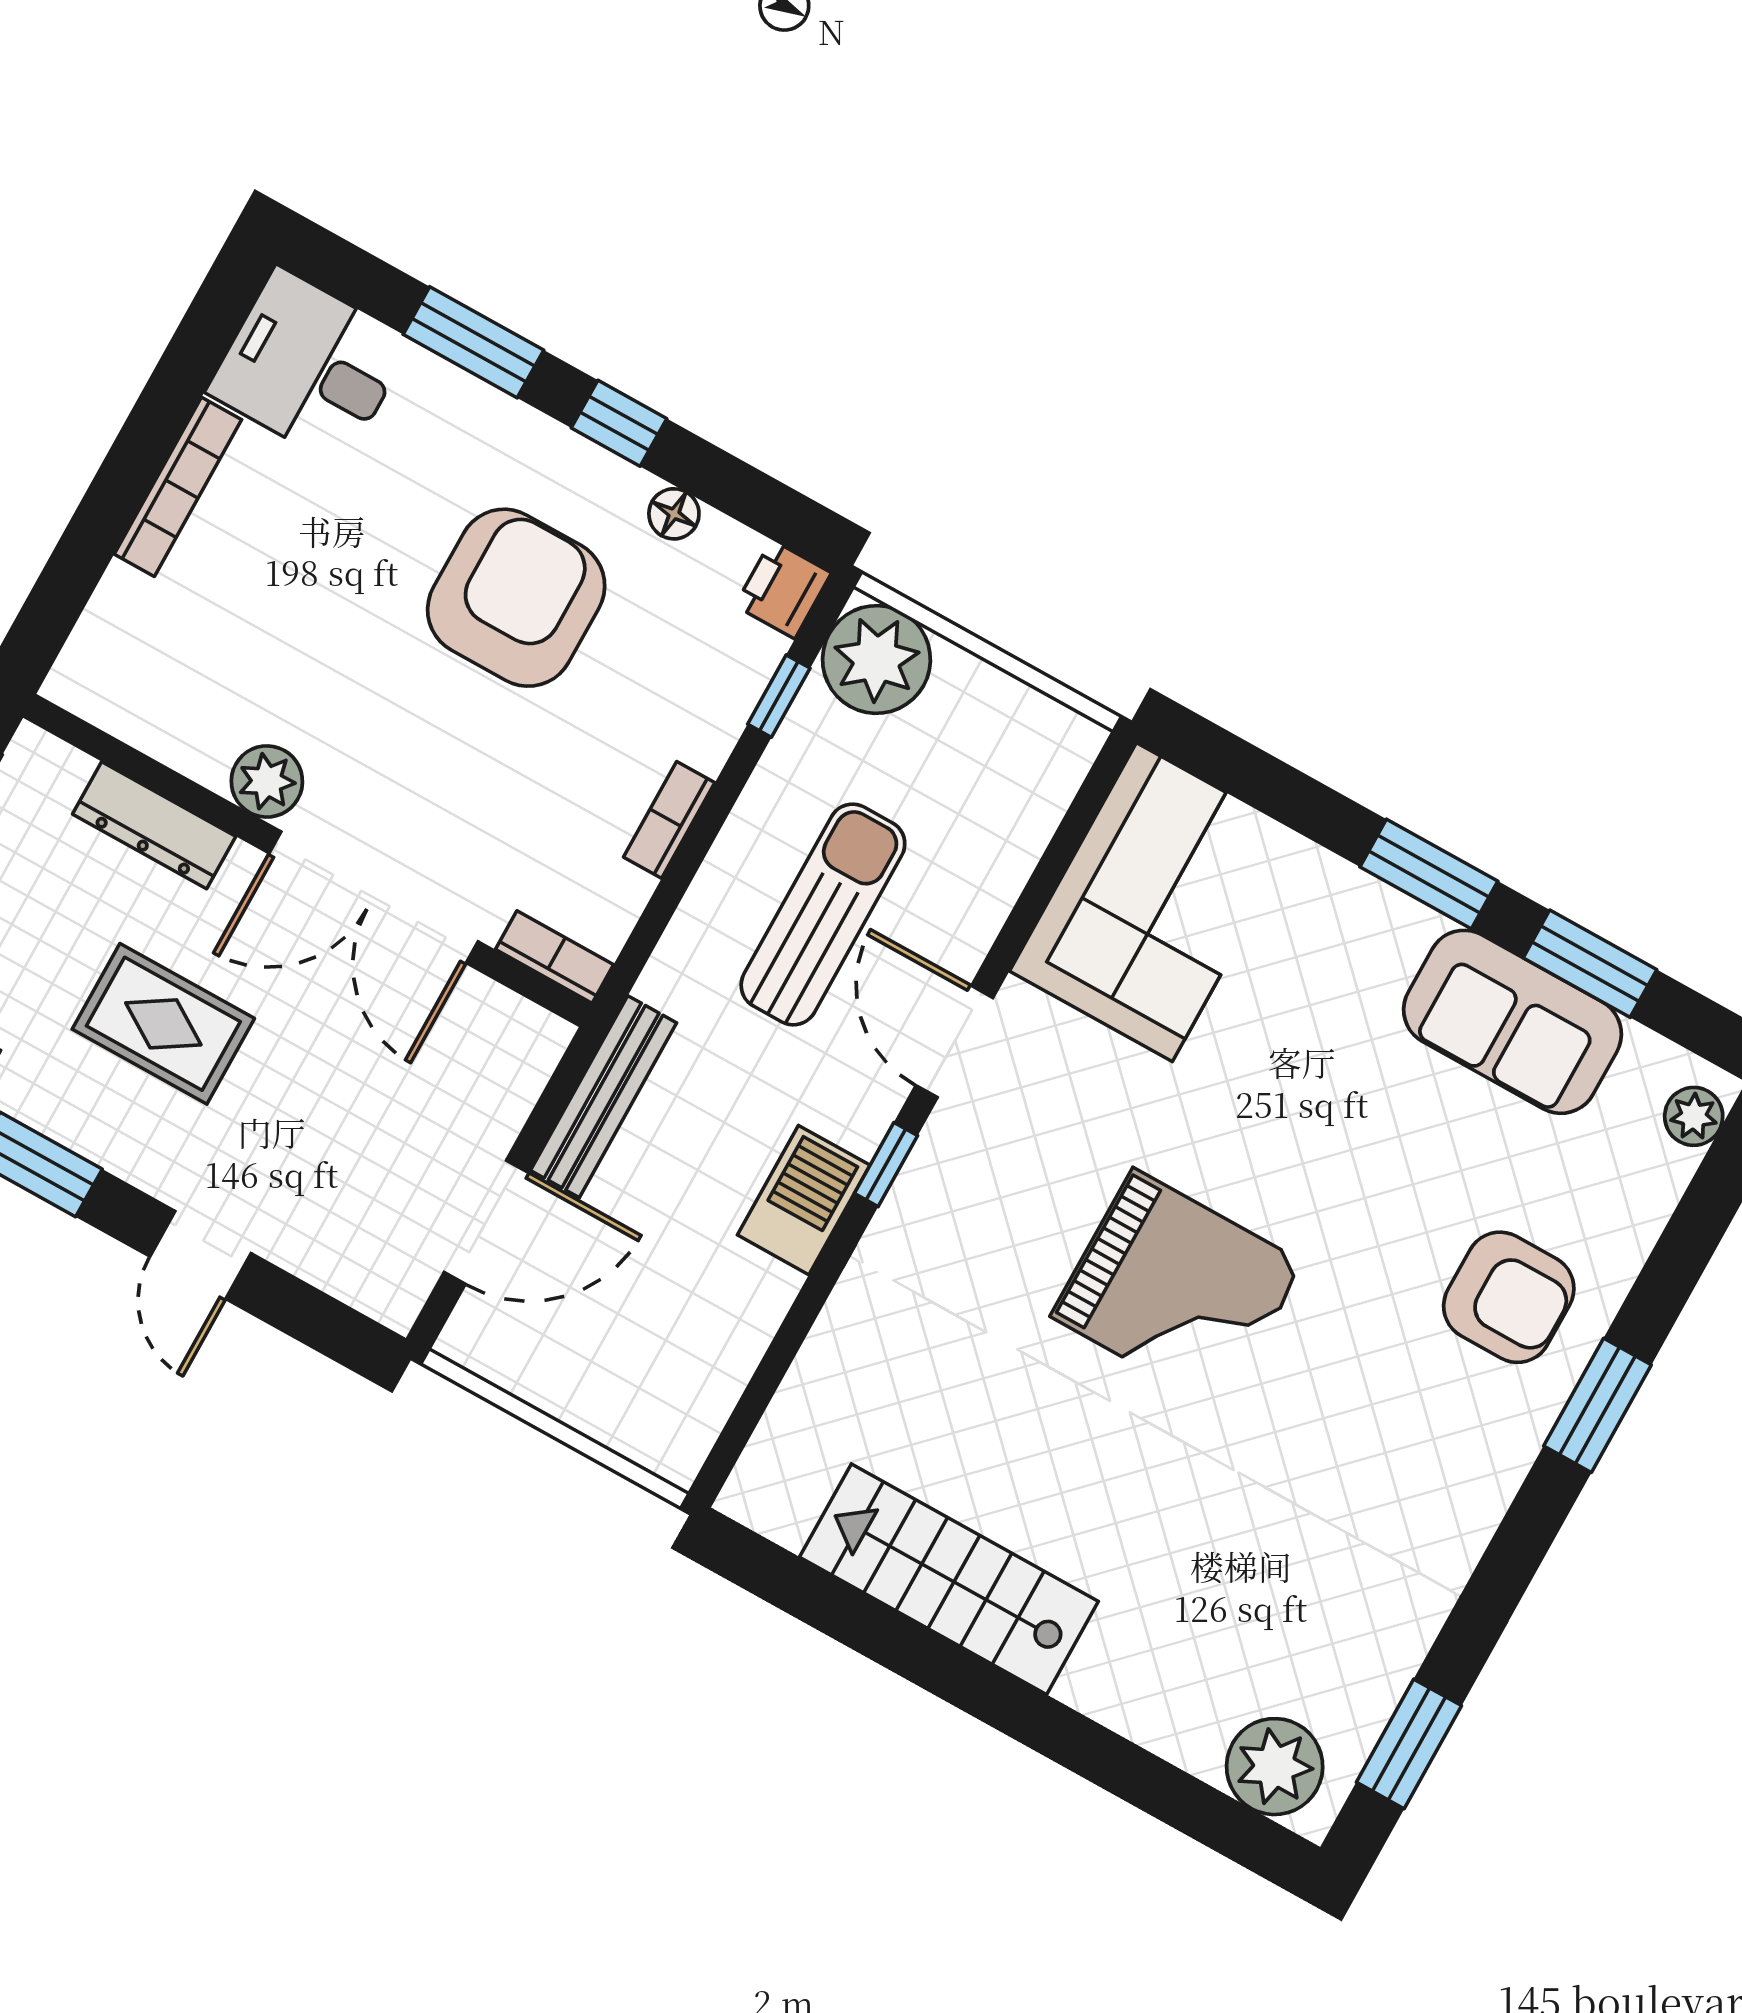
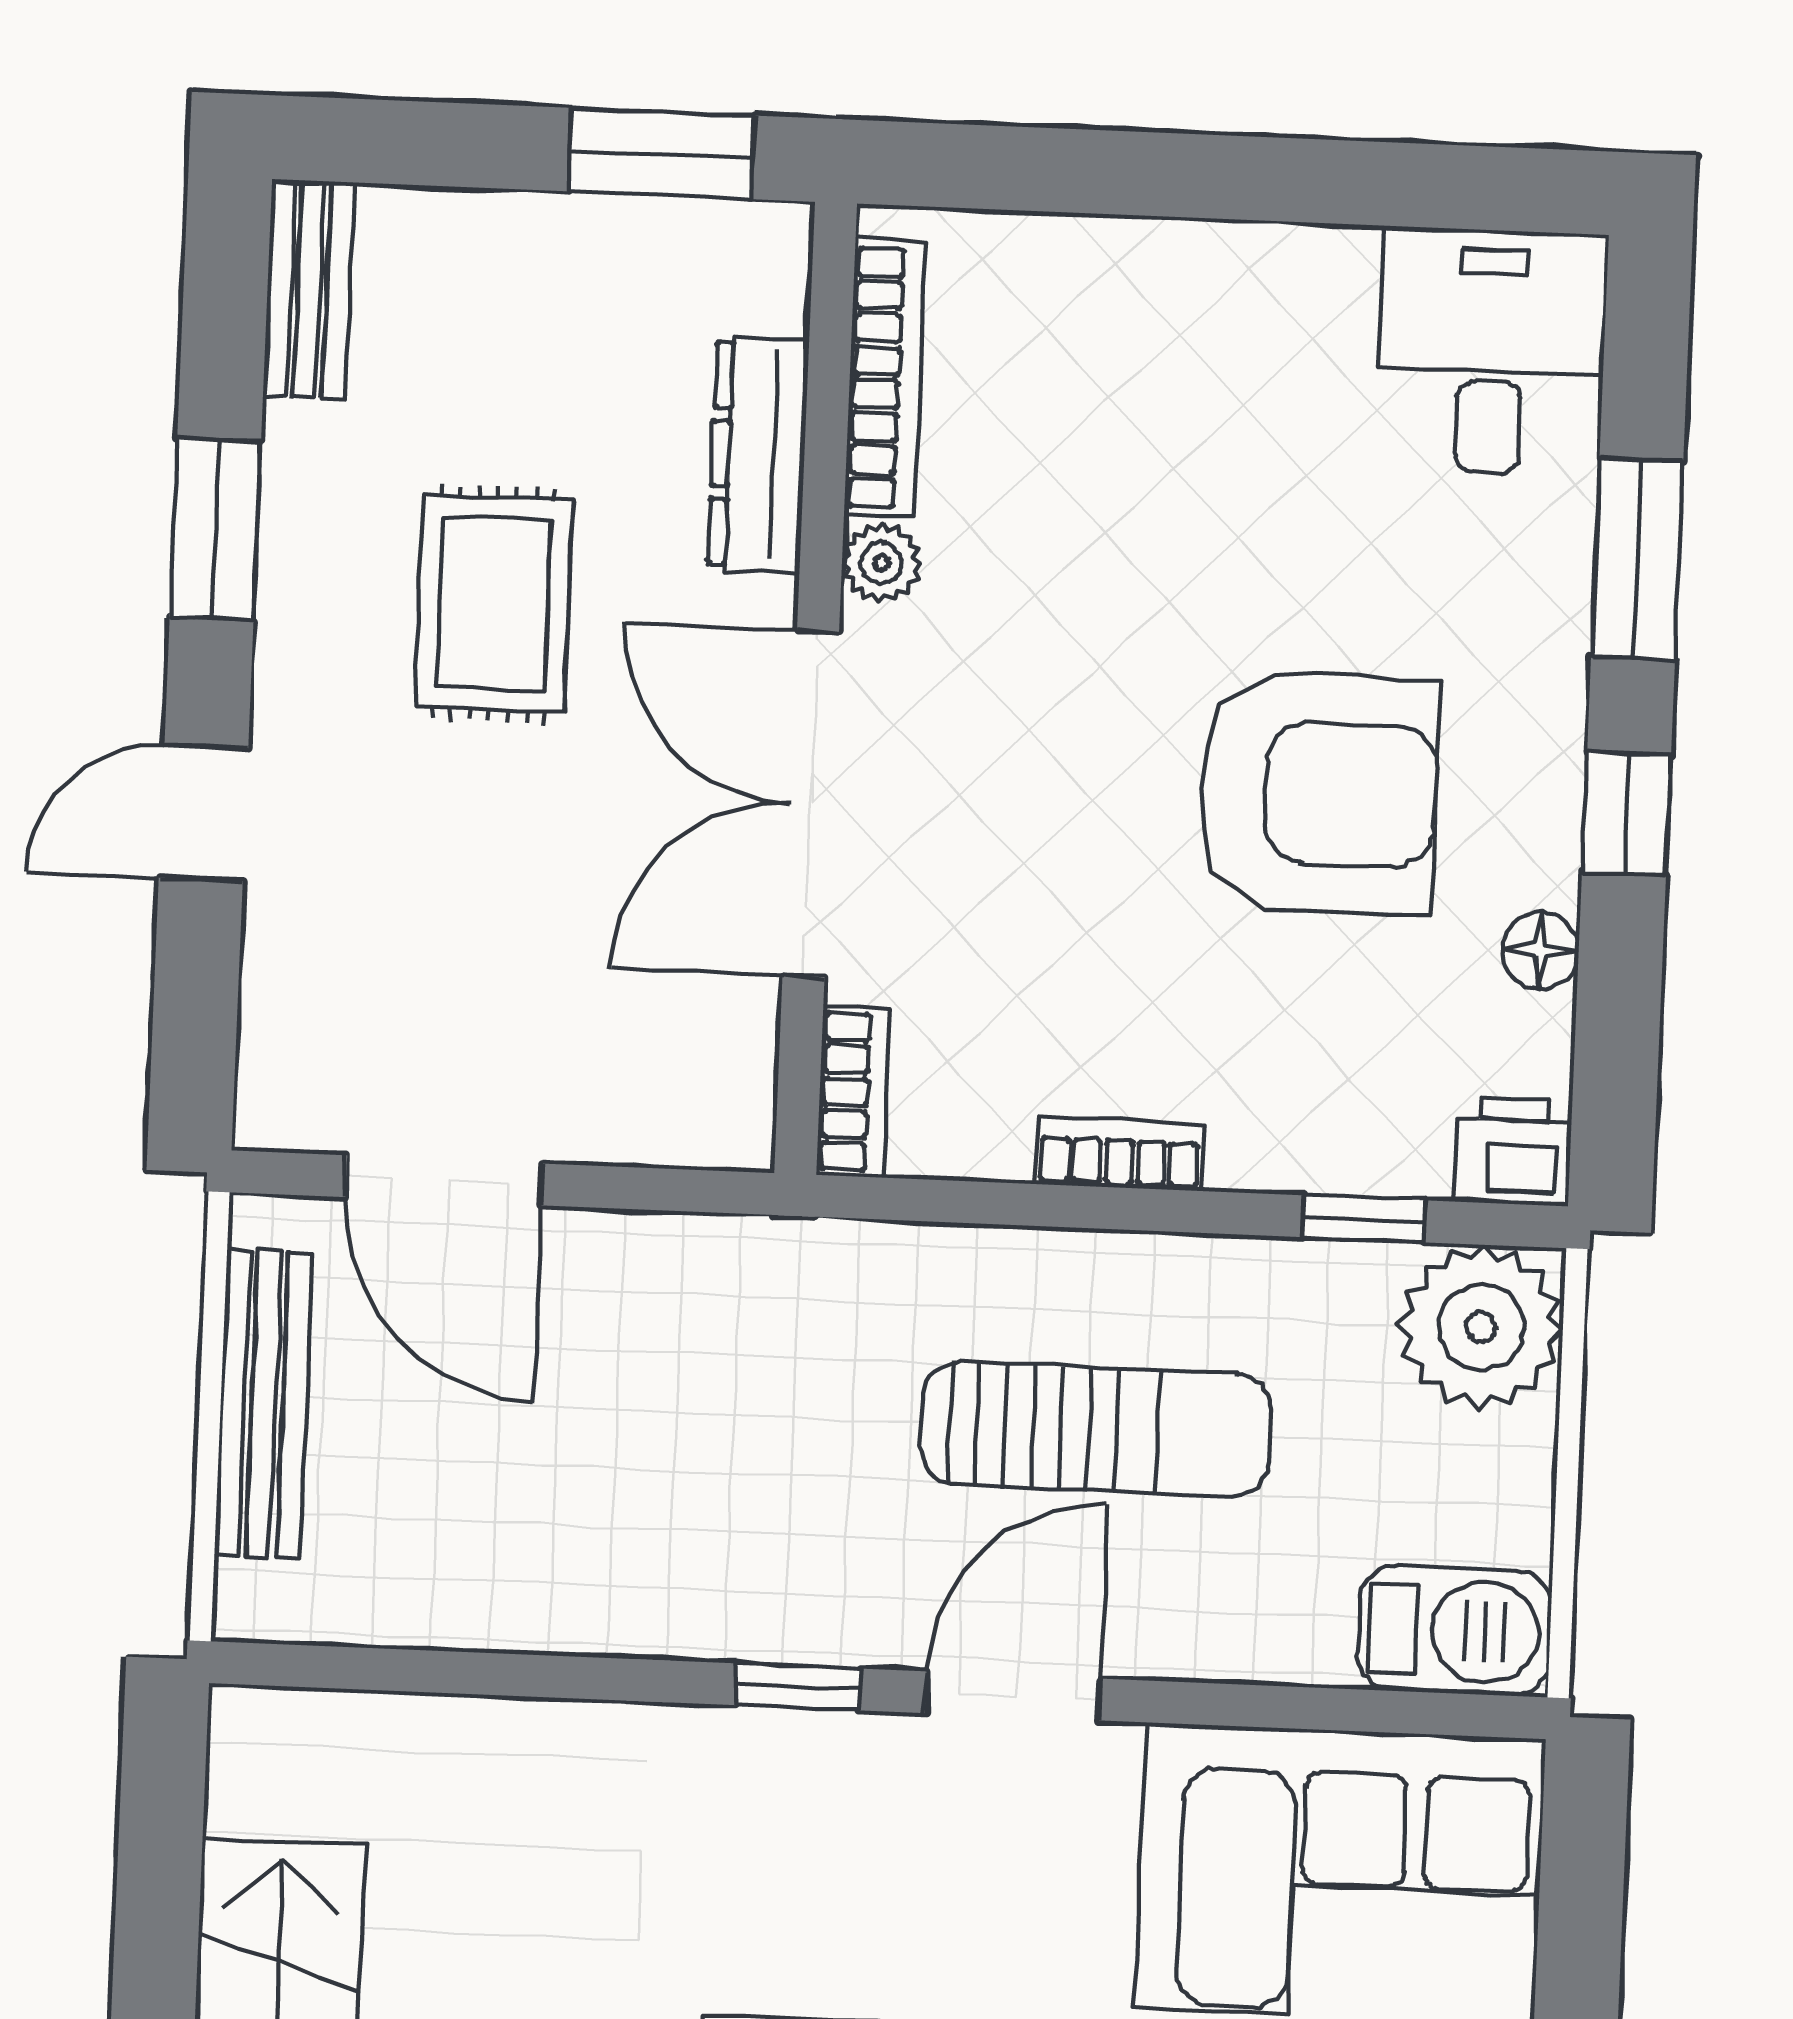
bookcase: (178, 487) -> (885, 378), moved, turned -90
plant: (267, 781) -> (881, 563), width x0.73, depth x0.73
bench: (604, 1097) -> (263, 1404), moved, turned 90
barbecue: (804, 1200) -> (1454, 1631), moved

